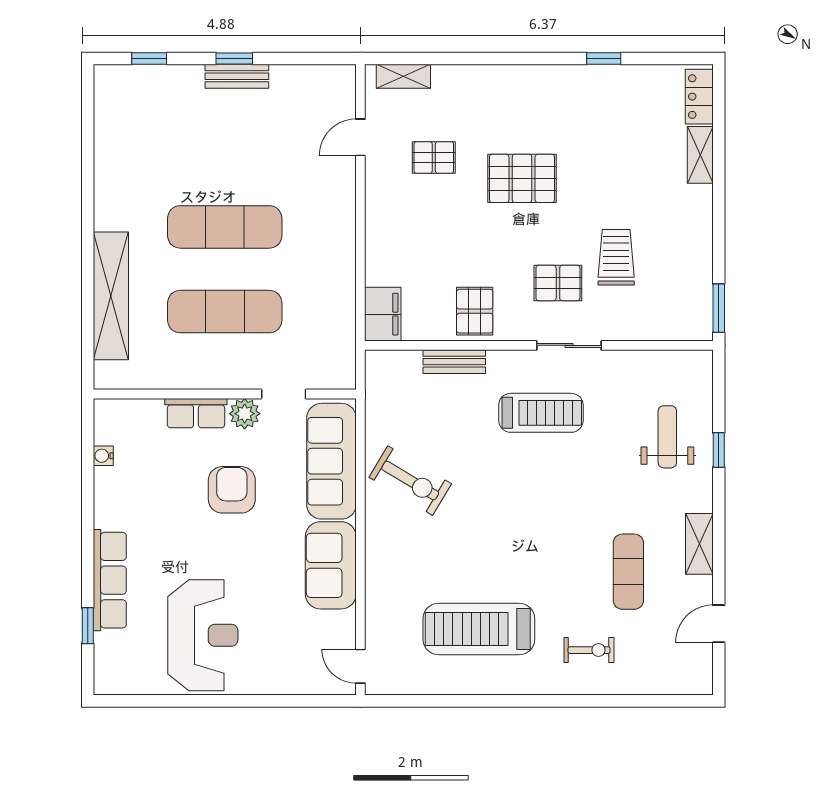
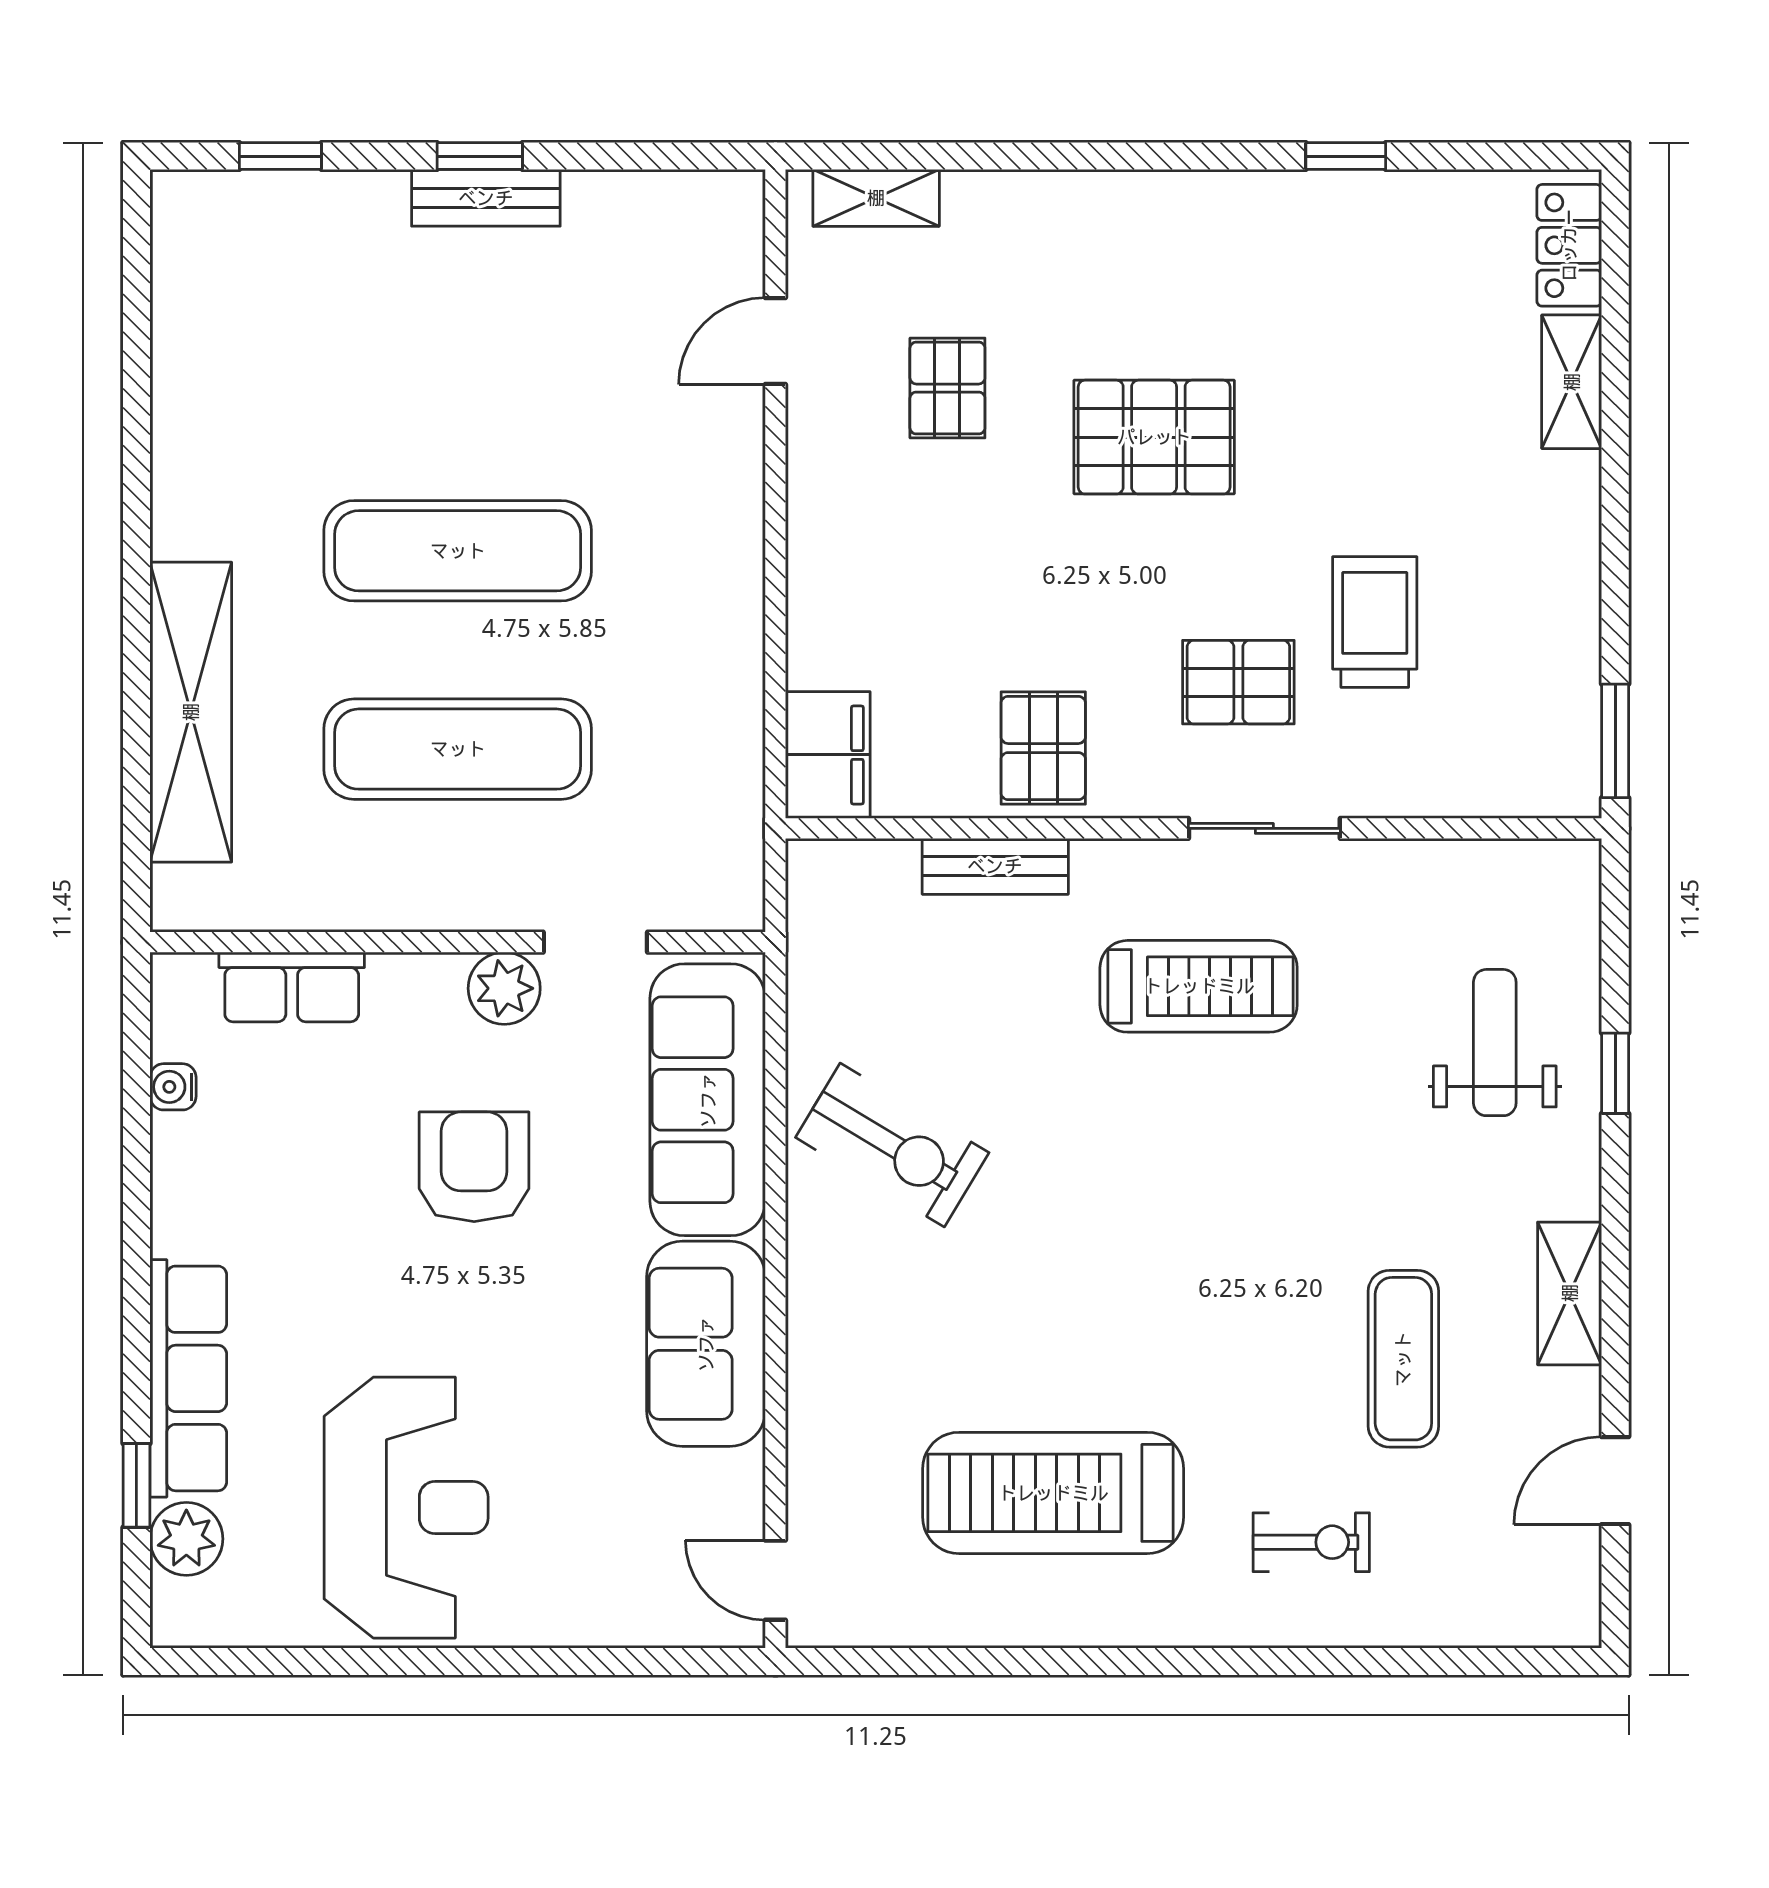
pallet: (434, 157) -> (947, 388), turned 90
row of seats: (196, 413) -> (292, 987), moved
plant: (109, 649) -> (186, 1539), added

